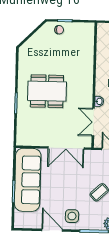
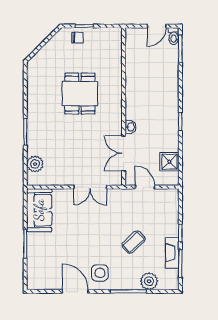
dining table: (47, 91) -> (80, 94), moved, width x0.73
plant: (23, 129) -> (35, 164), added
double door: (66, 148) -> (90, 187), width x0.73
sofa: (28, 180) -> (39, 210), width x0.54, depth x0.79

